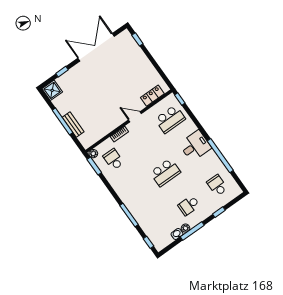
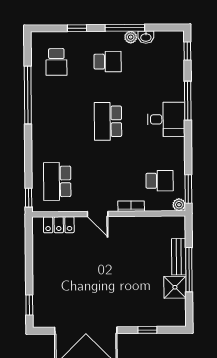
shower: (52, 90) -> (175, 287), moved
school desk: (170, 119) -> (57, 181), turned -90
desk: (195, 146) -> (166, 119), moved, turned 180
school desk: (113, 159) -> (160, 181), turned -90
school desk: (165, 172) -> (108, 121), turned -90

